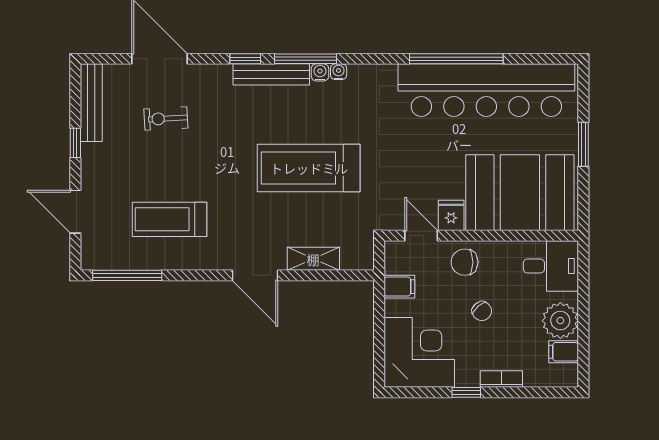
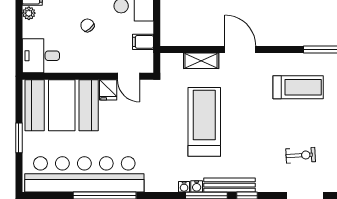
treadmill: (309, 168) -> (204, 122), turned -90
chair: (465, 262) -> (99, 58), removed
plant: (560, 321) -> (29, 13), width x0.53, depth x0.53

